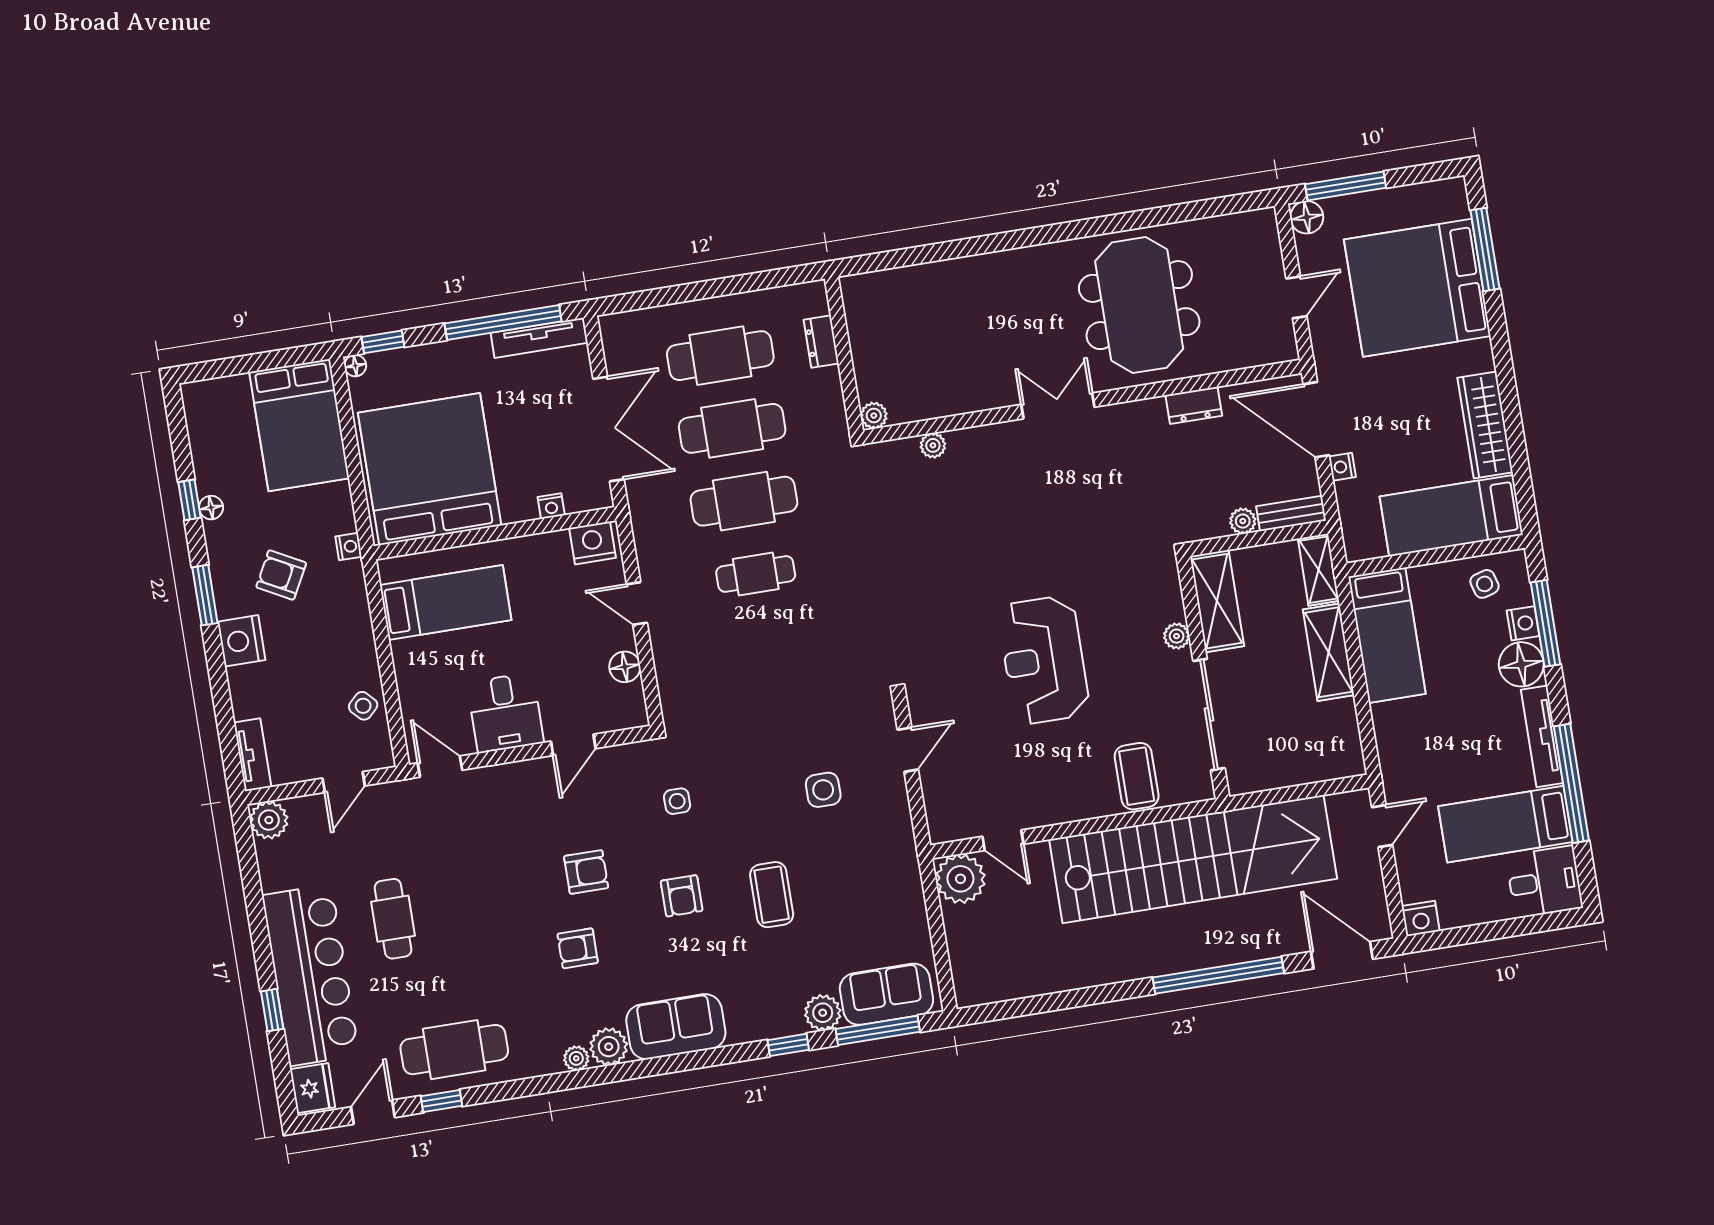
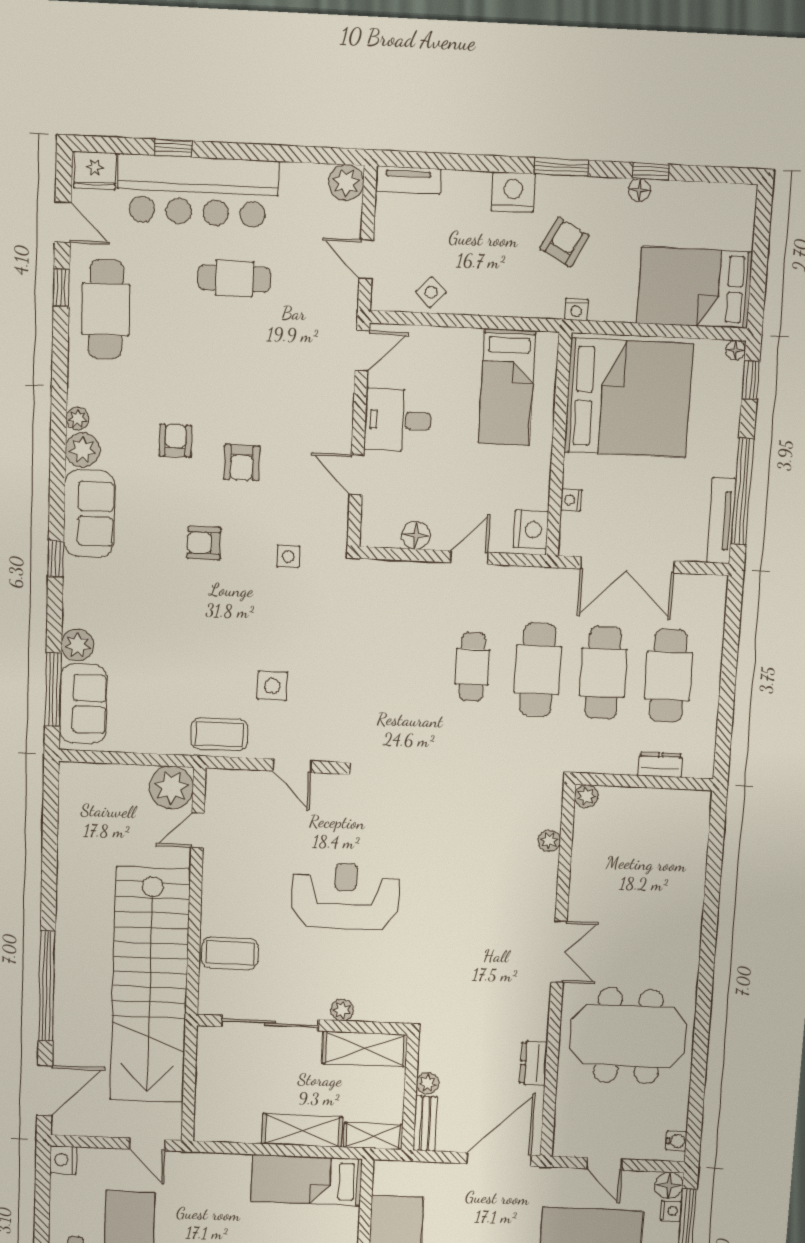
water cooler: (1252, 221) -> (676, 1141), added
nightstand: (1342, 467) -> (671, 1211), moved, turned 90
coffee table: (772, 895) -> (219, 734), moved
window: (788, 1045) -> (56, 559), moved

